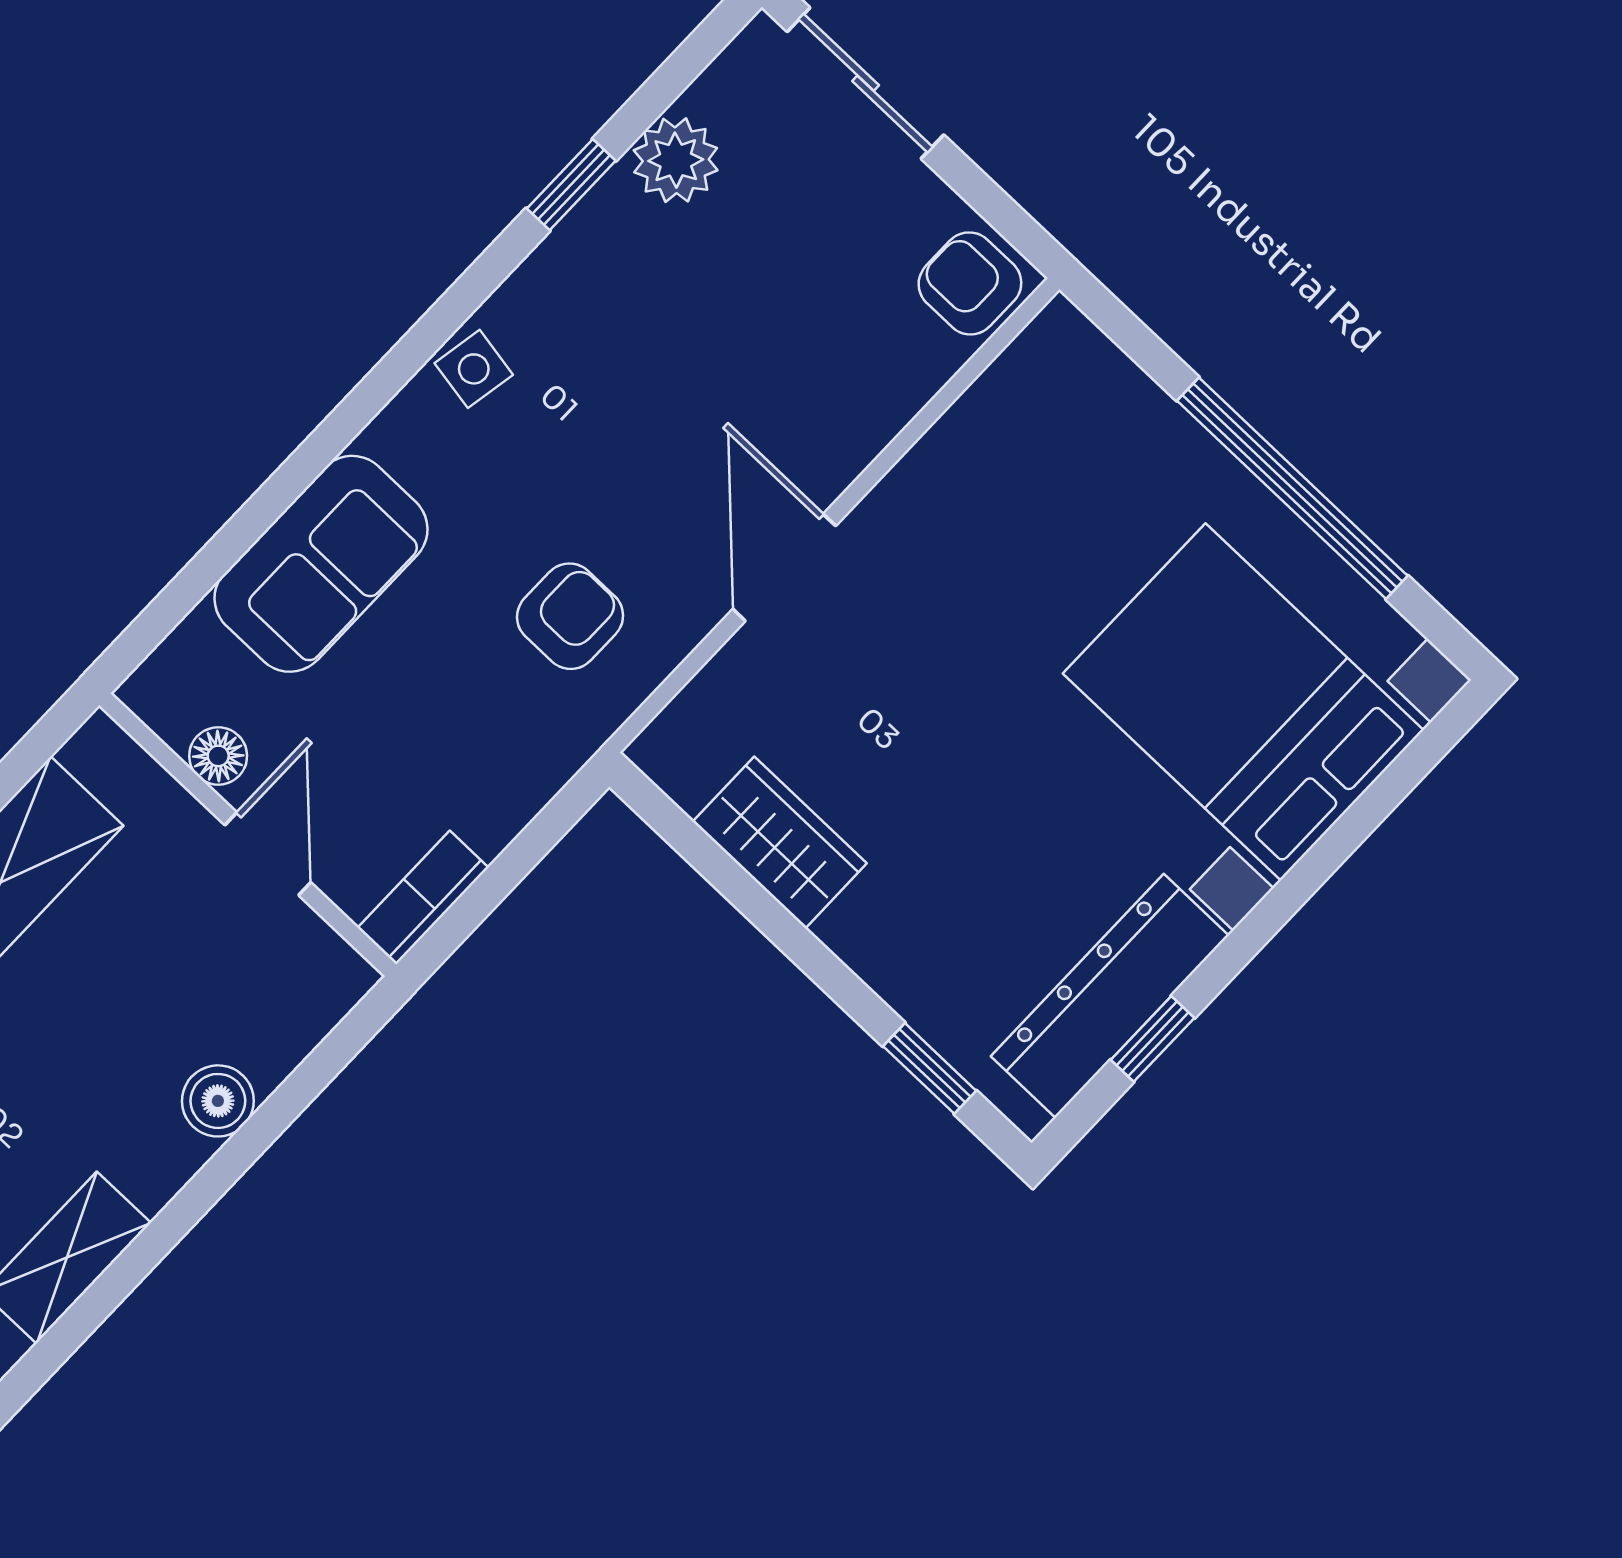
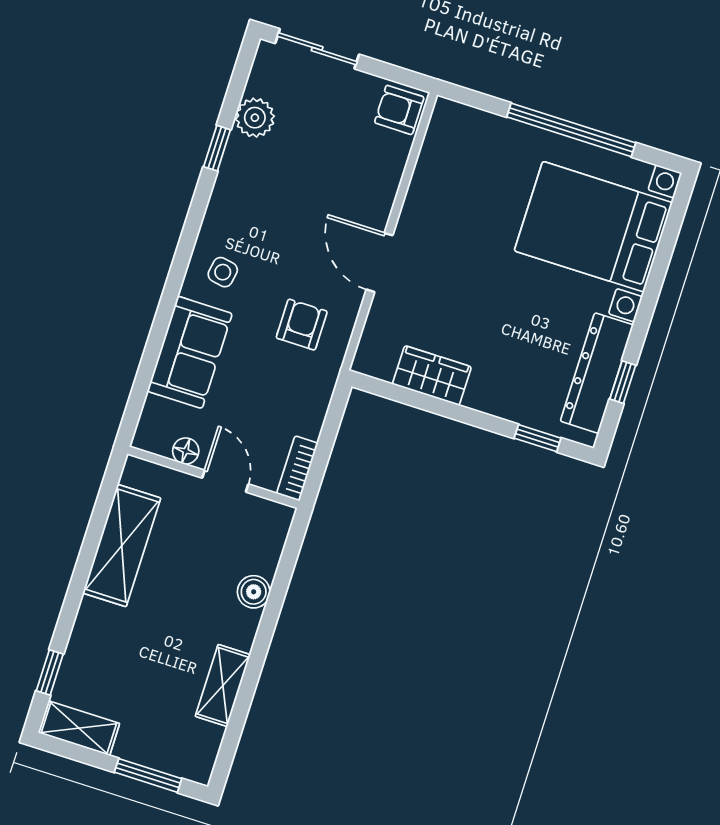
side table: (474, 369) -> (223, 272), moved

